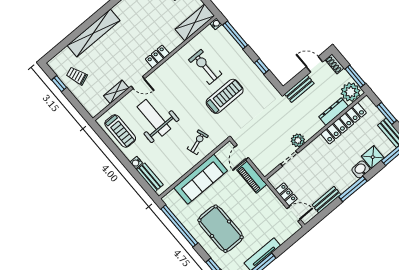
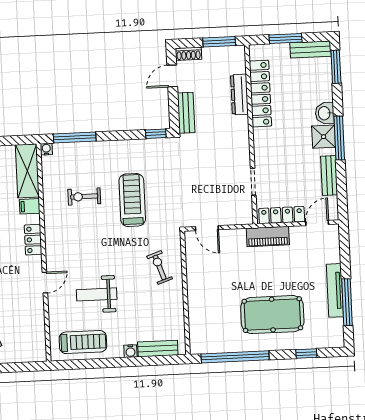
filing cabinet: (175, 40) -> (30, 206), added
window: (262, 66) -> (156, 134), moved
exercise bike: (205, 67) -> (84, 197), width x0.73, depth x0.72
shelving: (116, 92) -> (37, 314), removed
plant: (351, 92) -> (232, 60), removed
weight bench: (154, 118) -> (97, 294), width x0.73, depth x0.75
plant: (298, 140) -> (241, 157), removed
shower: (373, 157) -> (324, 137), moved
piano: (252, 177) -> (268, 236), moved
sofa: (201, 179) -> (202, 295), removed
locker: (286, 194) -> (282, 215), width x1.53

